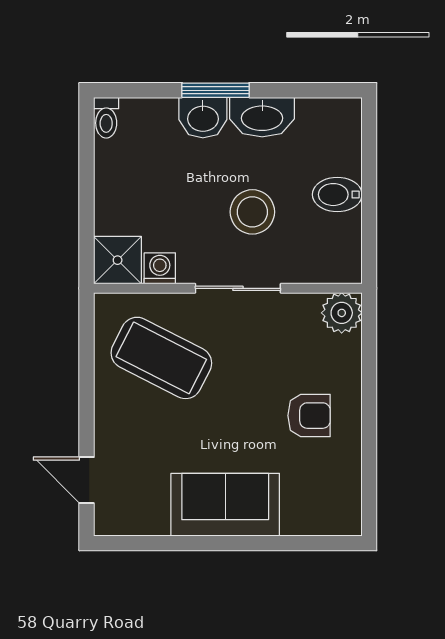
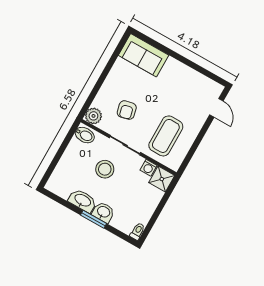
bidet: (337, 195) -> (85, 135), moved
coffee table: (161, 358) -> (166, 136), turned 63
armchair: (309, 416) -> (127, 110), moved, turned -103
sofa: (225, 505) -> (144, 55), moved

